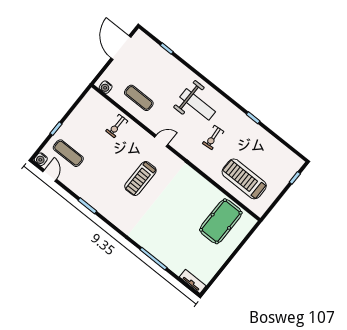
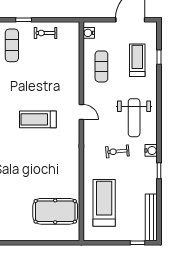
treadmill: (156, 67) -> (137, 60), added
water cooler: (233, 111) -> (151, 150), added
exercise bike: (117, 126) -> (46, 33), moved
bench: (284, 152) -> (151, 217), added

